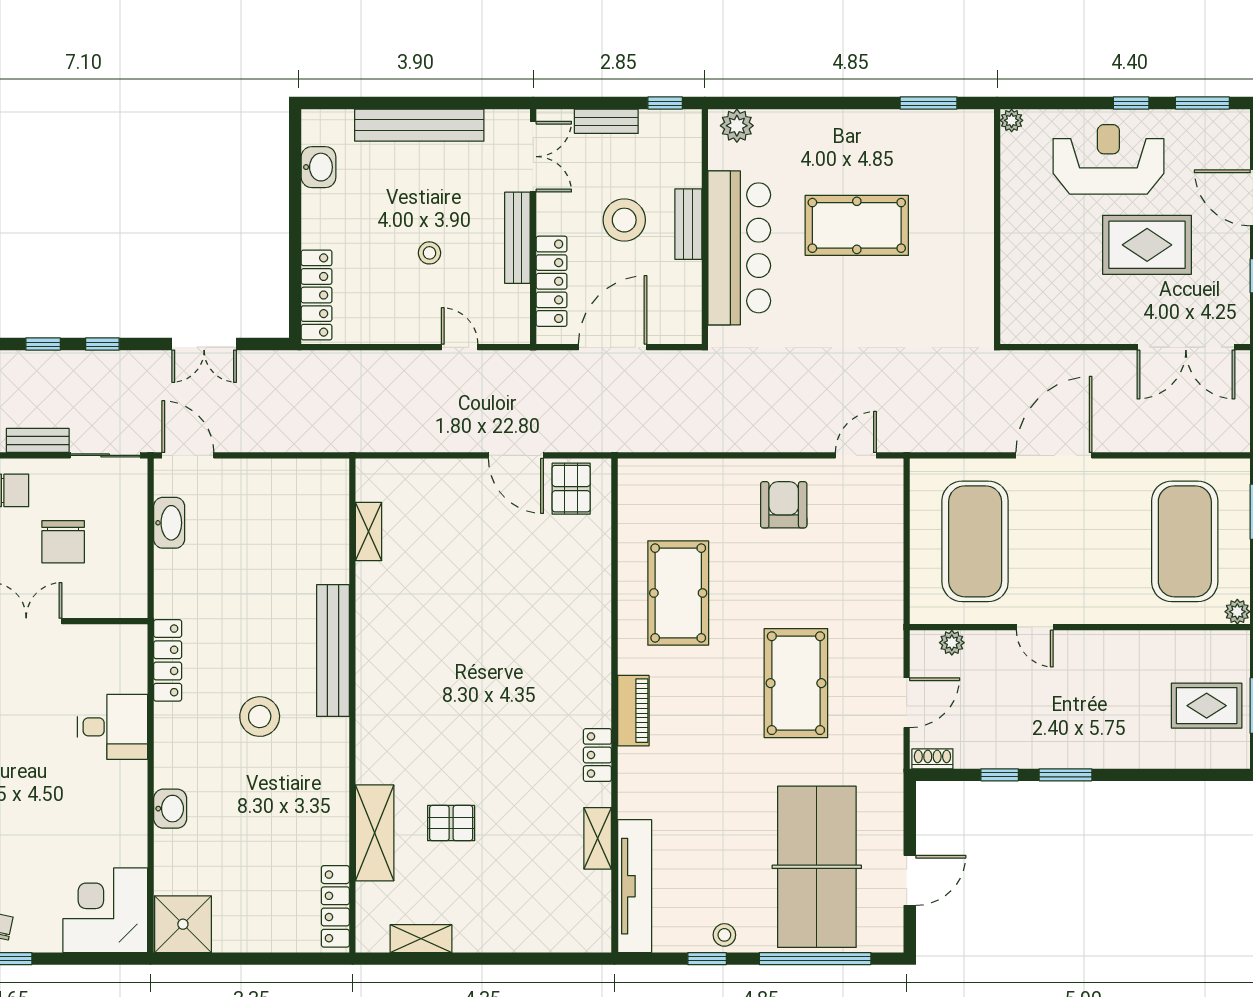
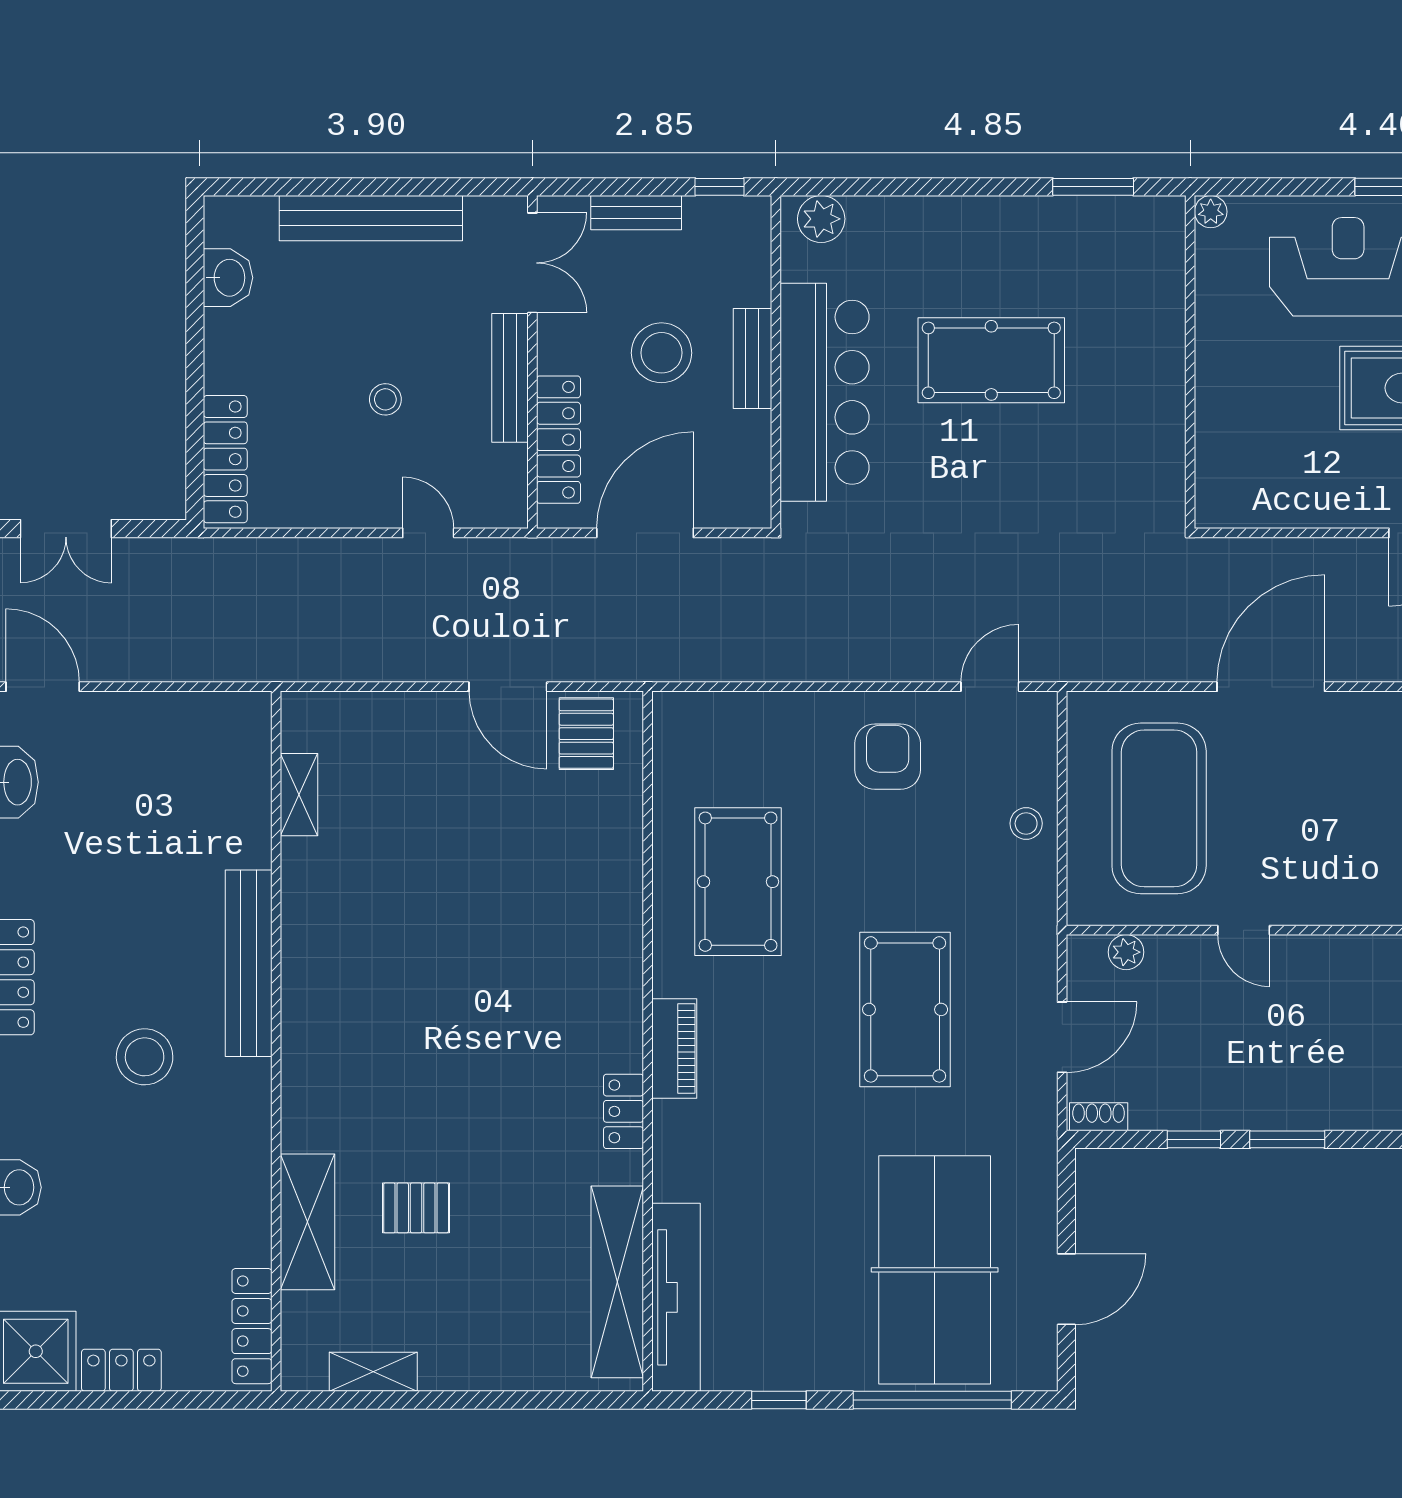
shelving: (598, 838) -> (617, 1282), width x2.20, depth x1.33
stool: (724, 935) -> (1026, 823), moved
locker: (243, 938) -> (121, 1370), added

